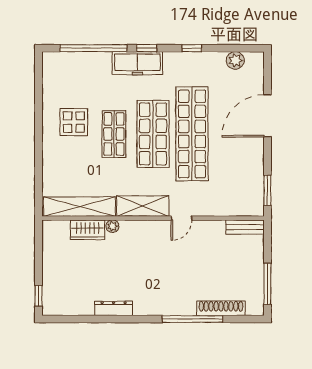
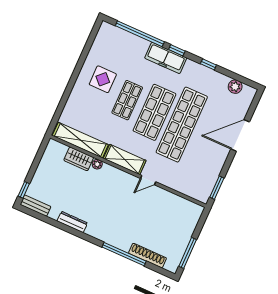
bench: (245, 227) -> (35, 206), moved

